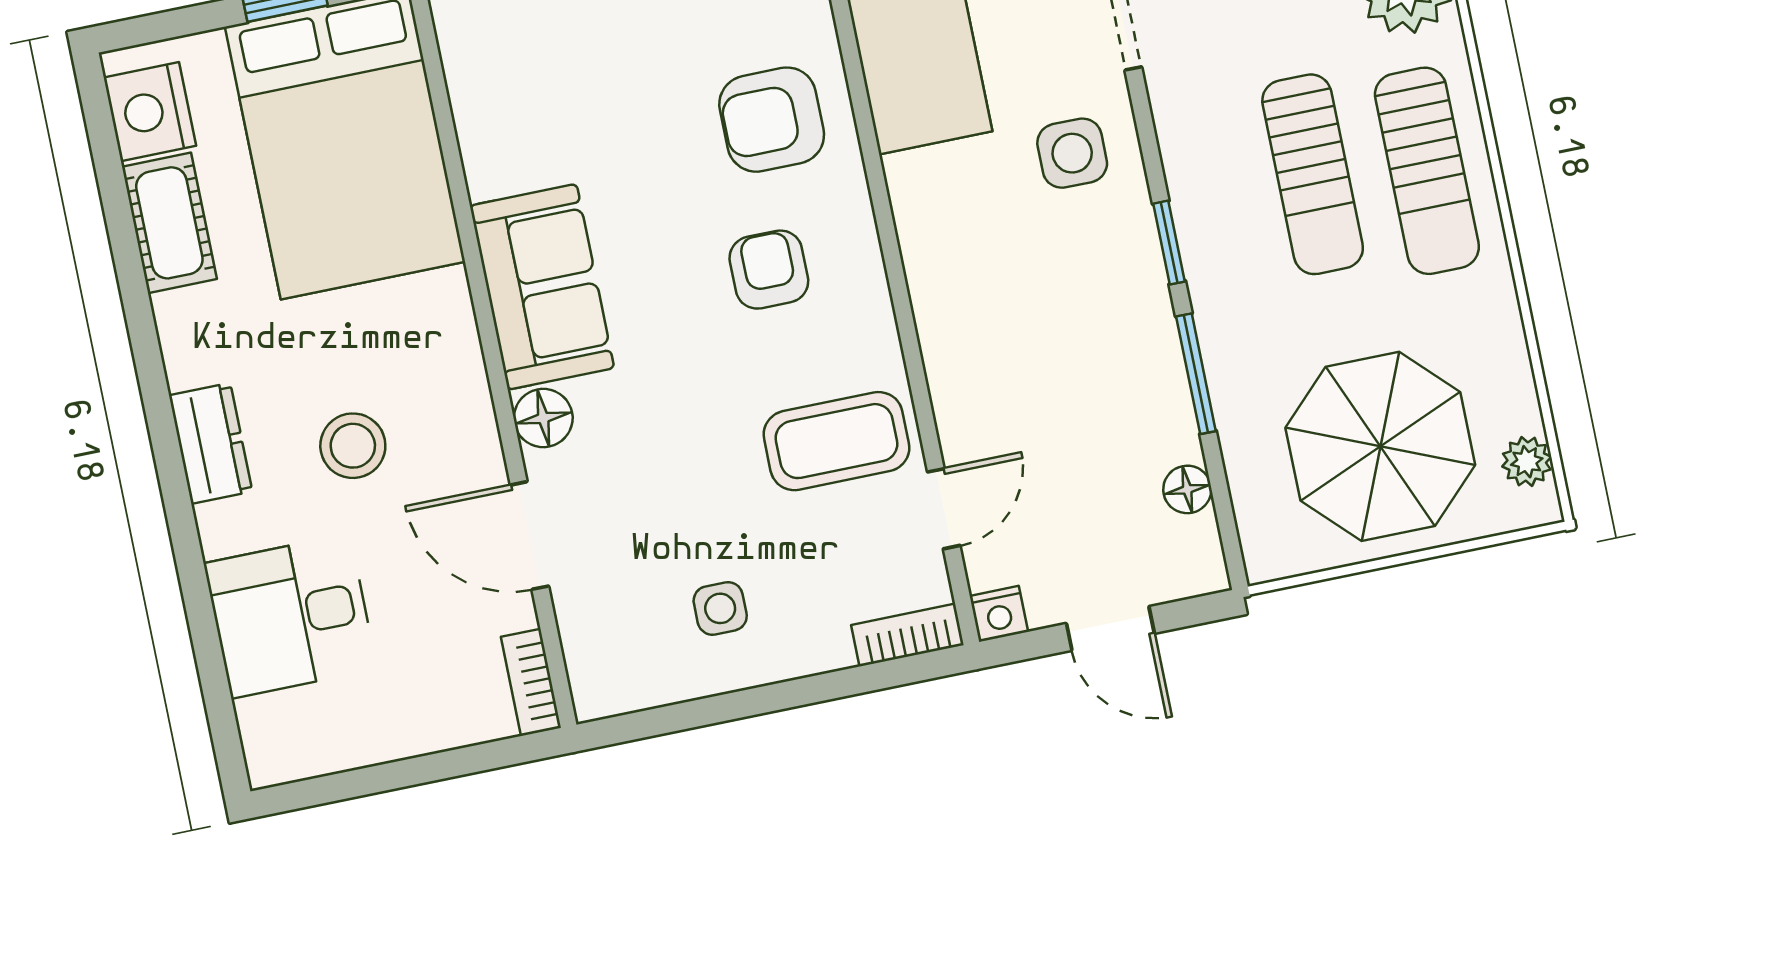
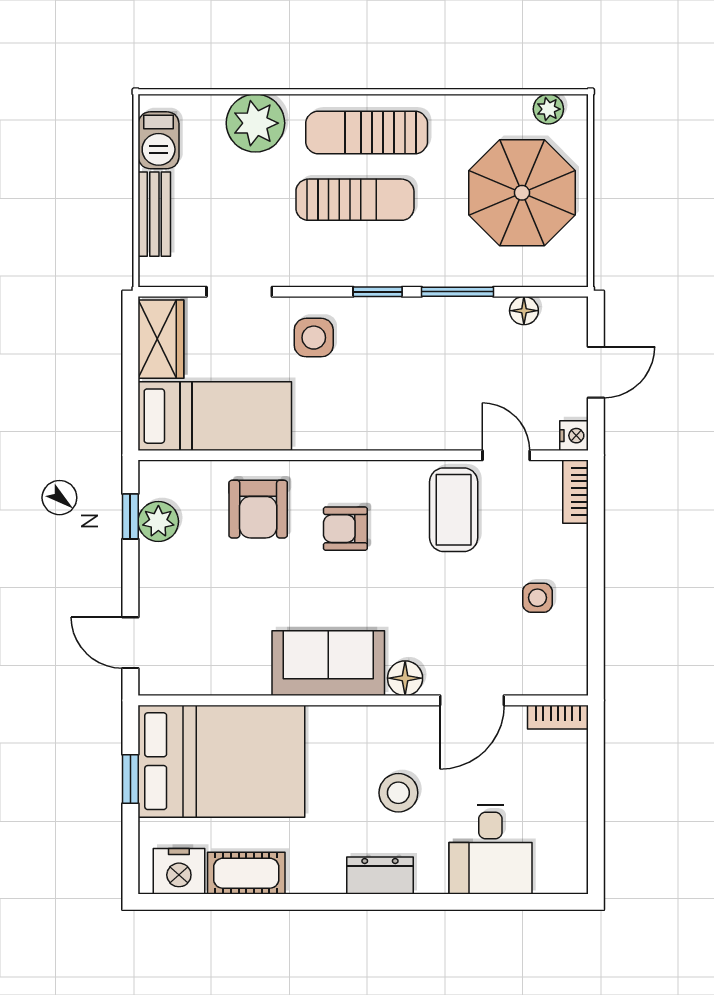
sun lounger: (1427, 171) -> (367, 132), turned 180

